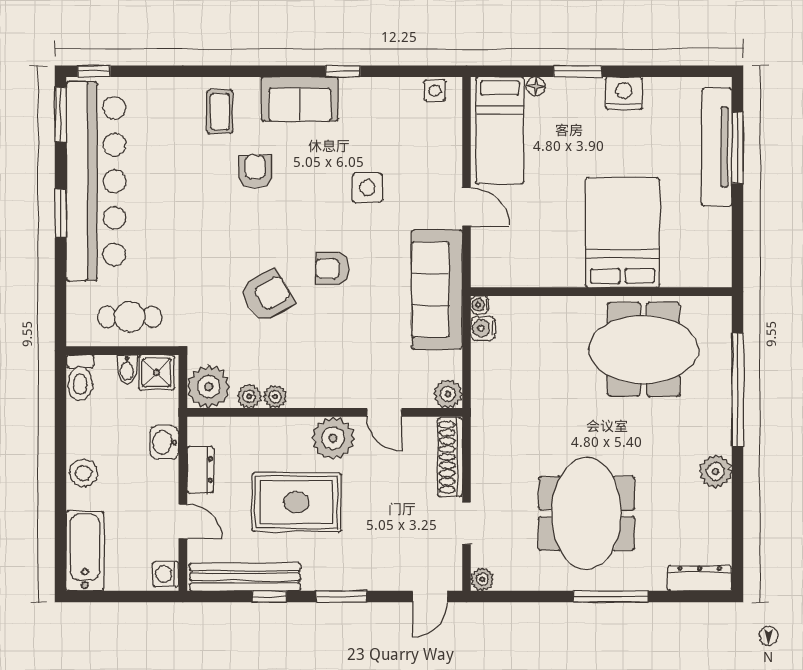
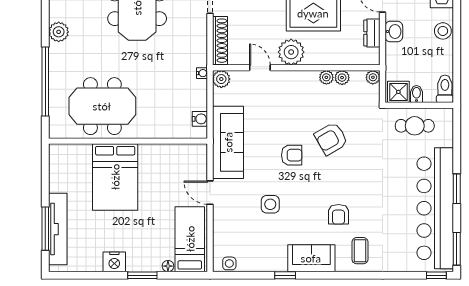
water cooler: (480, 305) -> (202, 73), moved
plant: (209, 387) -> (373, 77), width x0.53, depth x0.53
washbasin: (164, 442) -> (394, 31), moved

